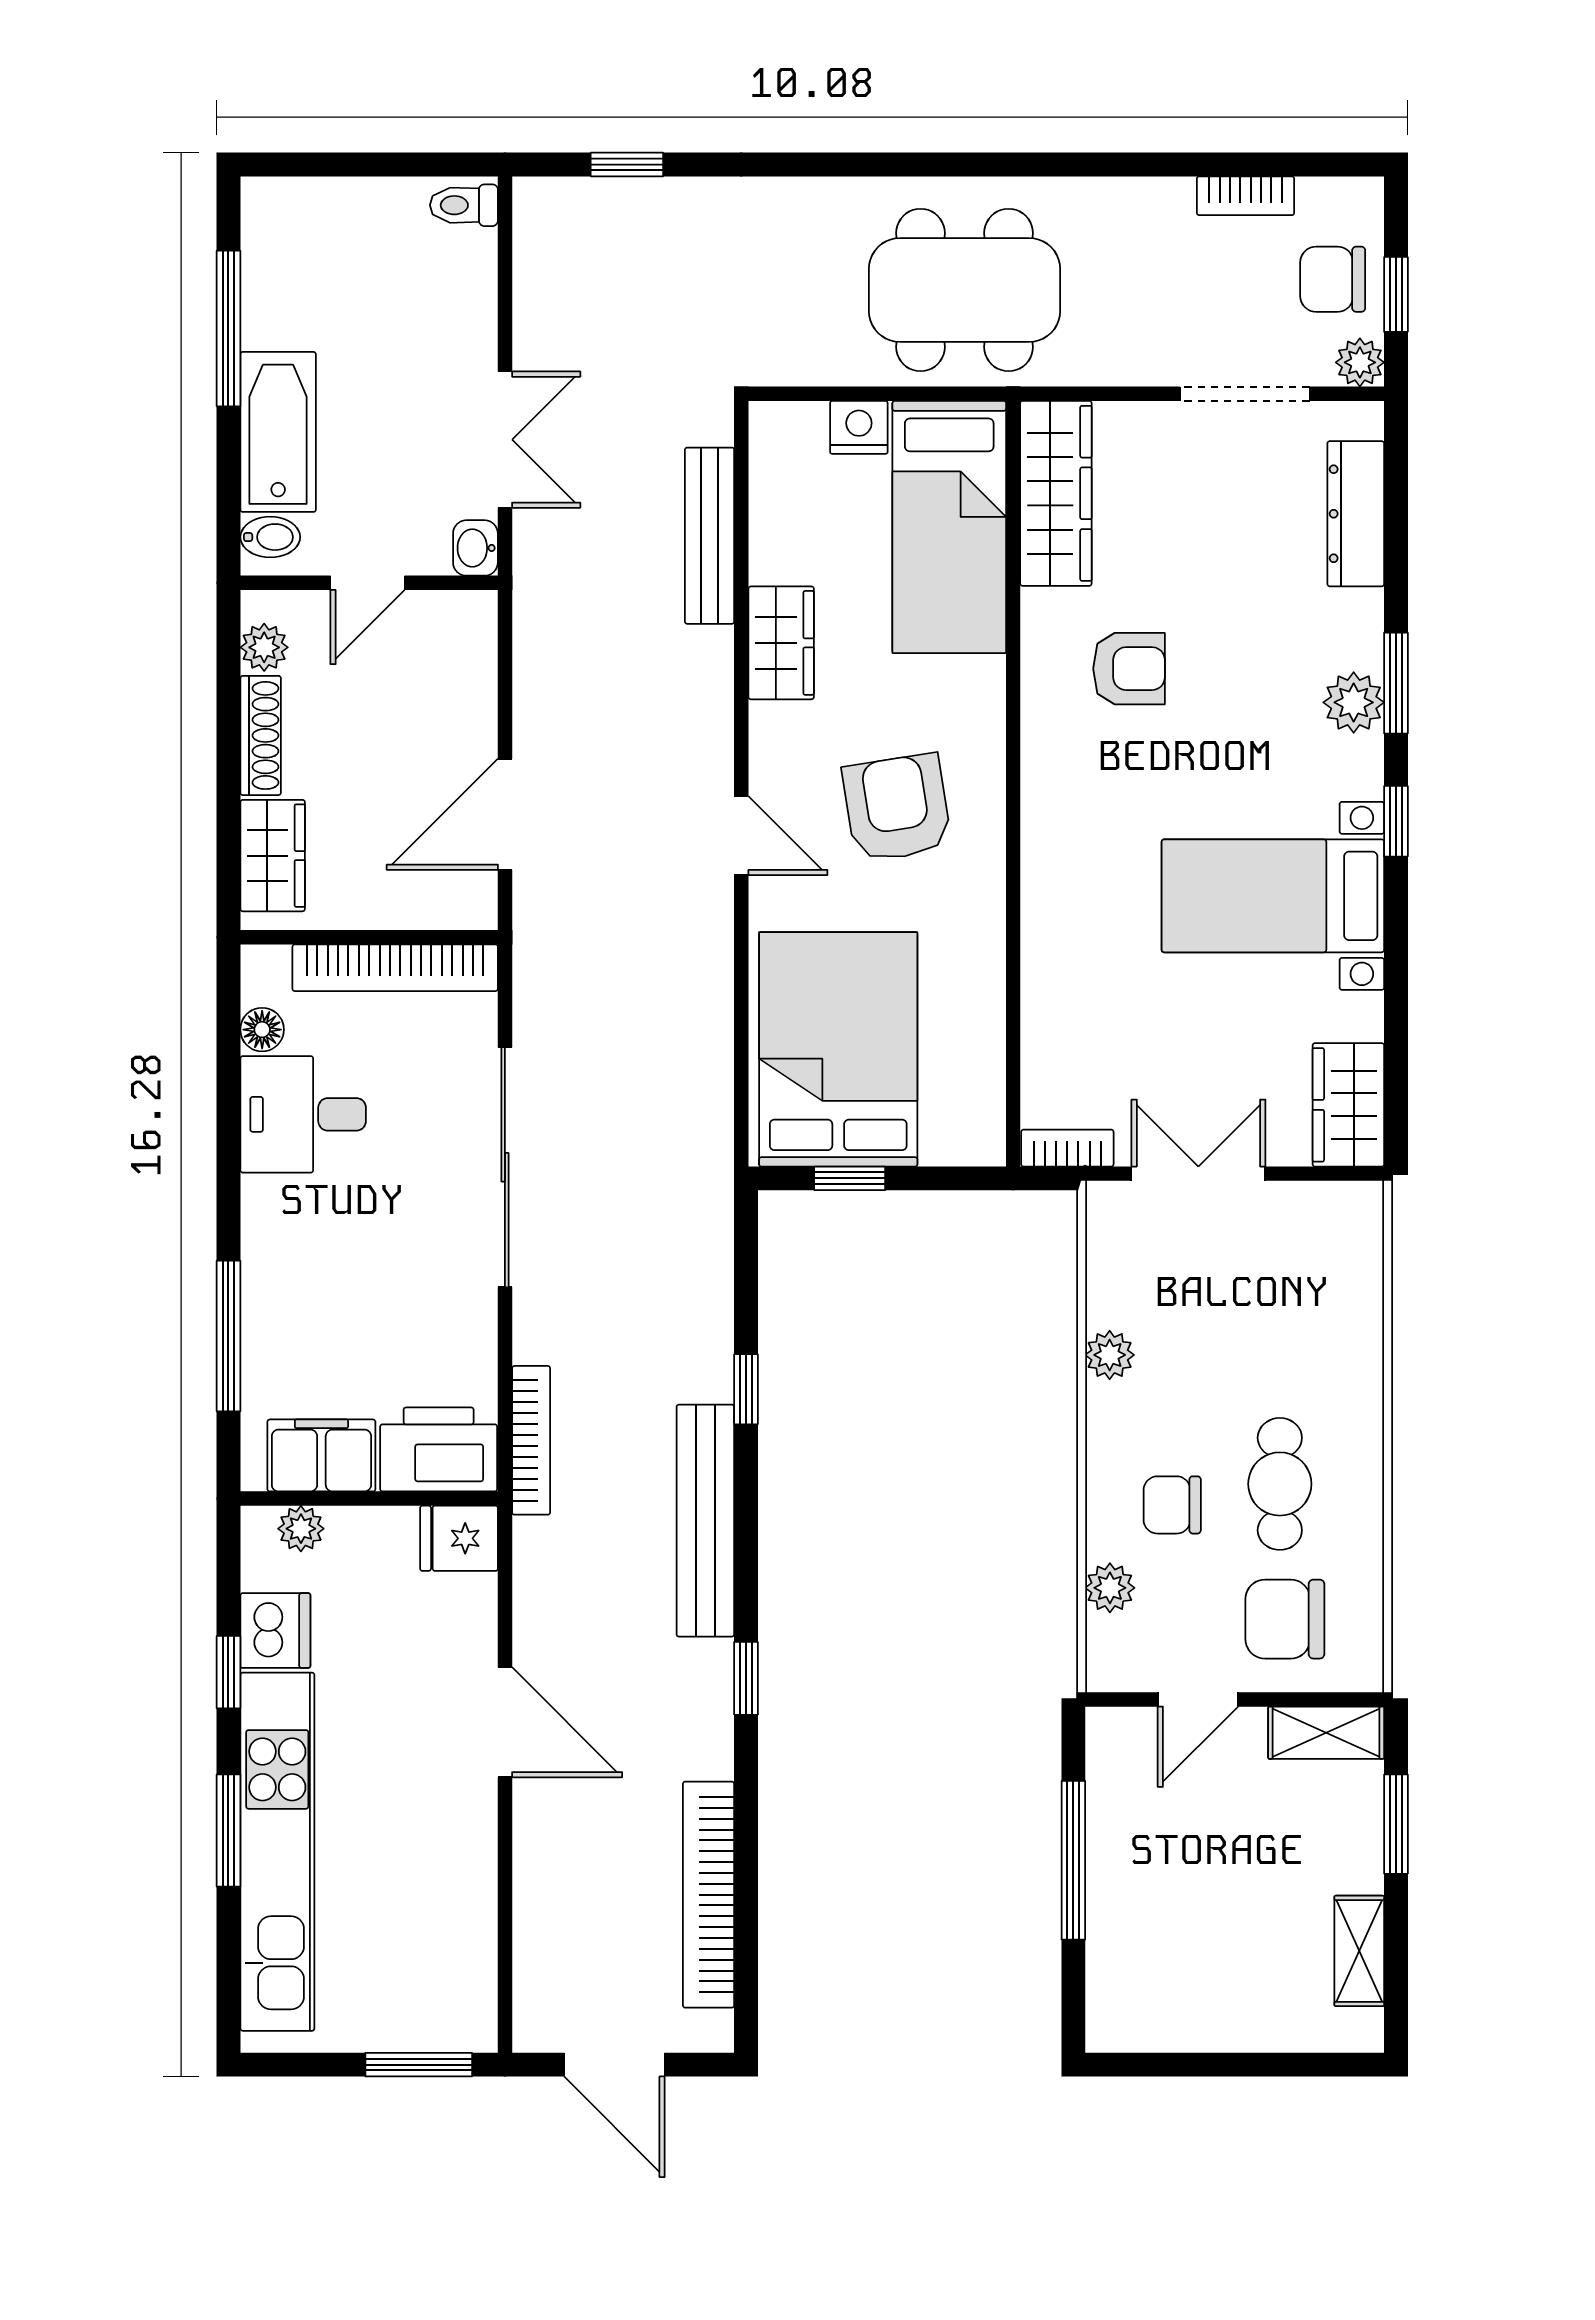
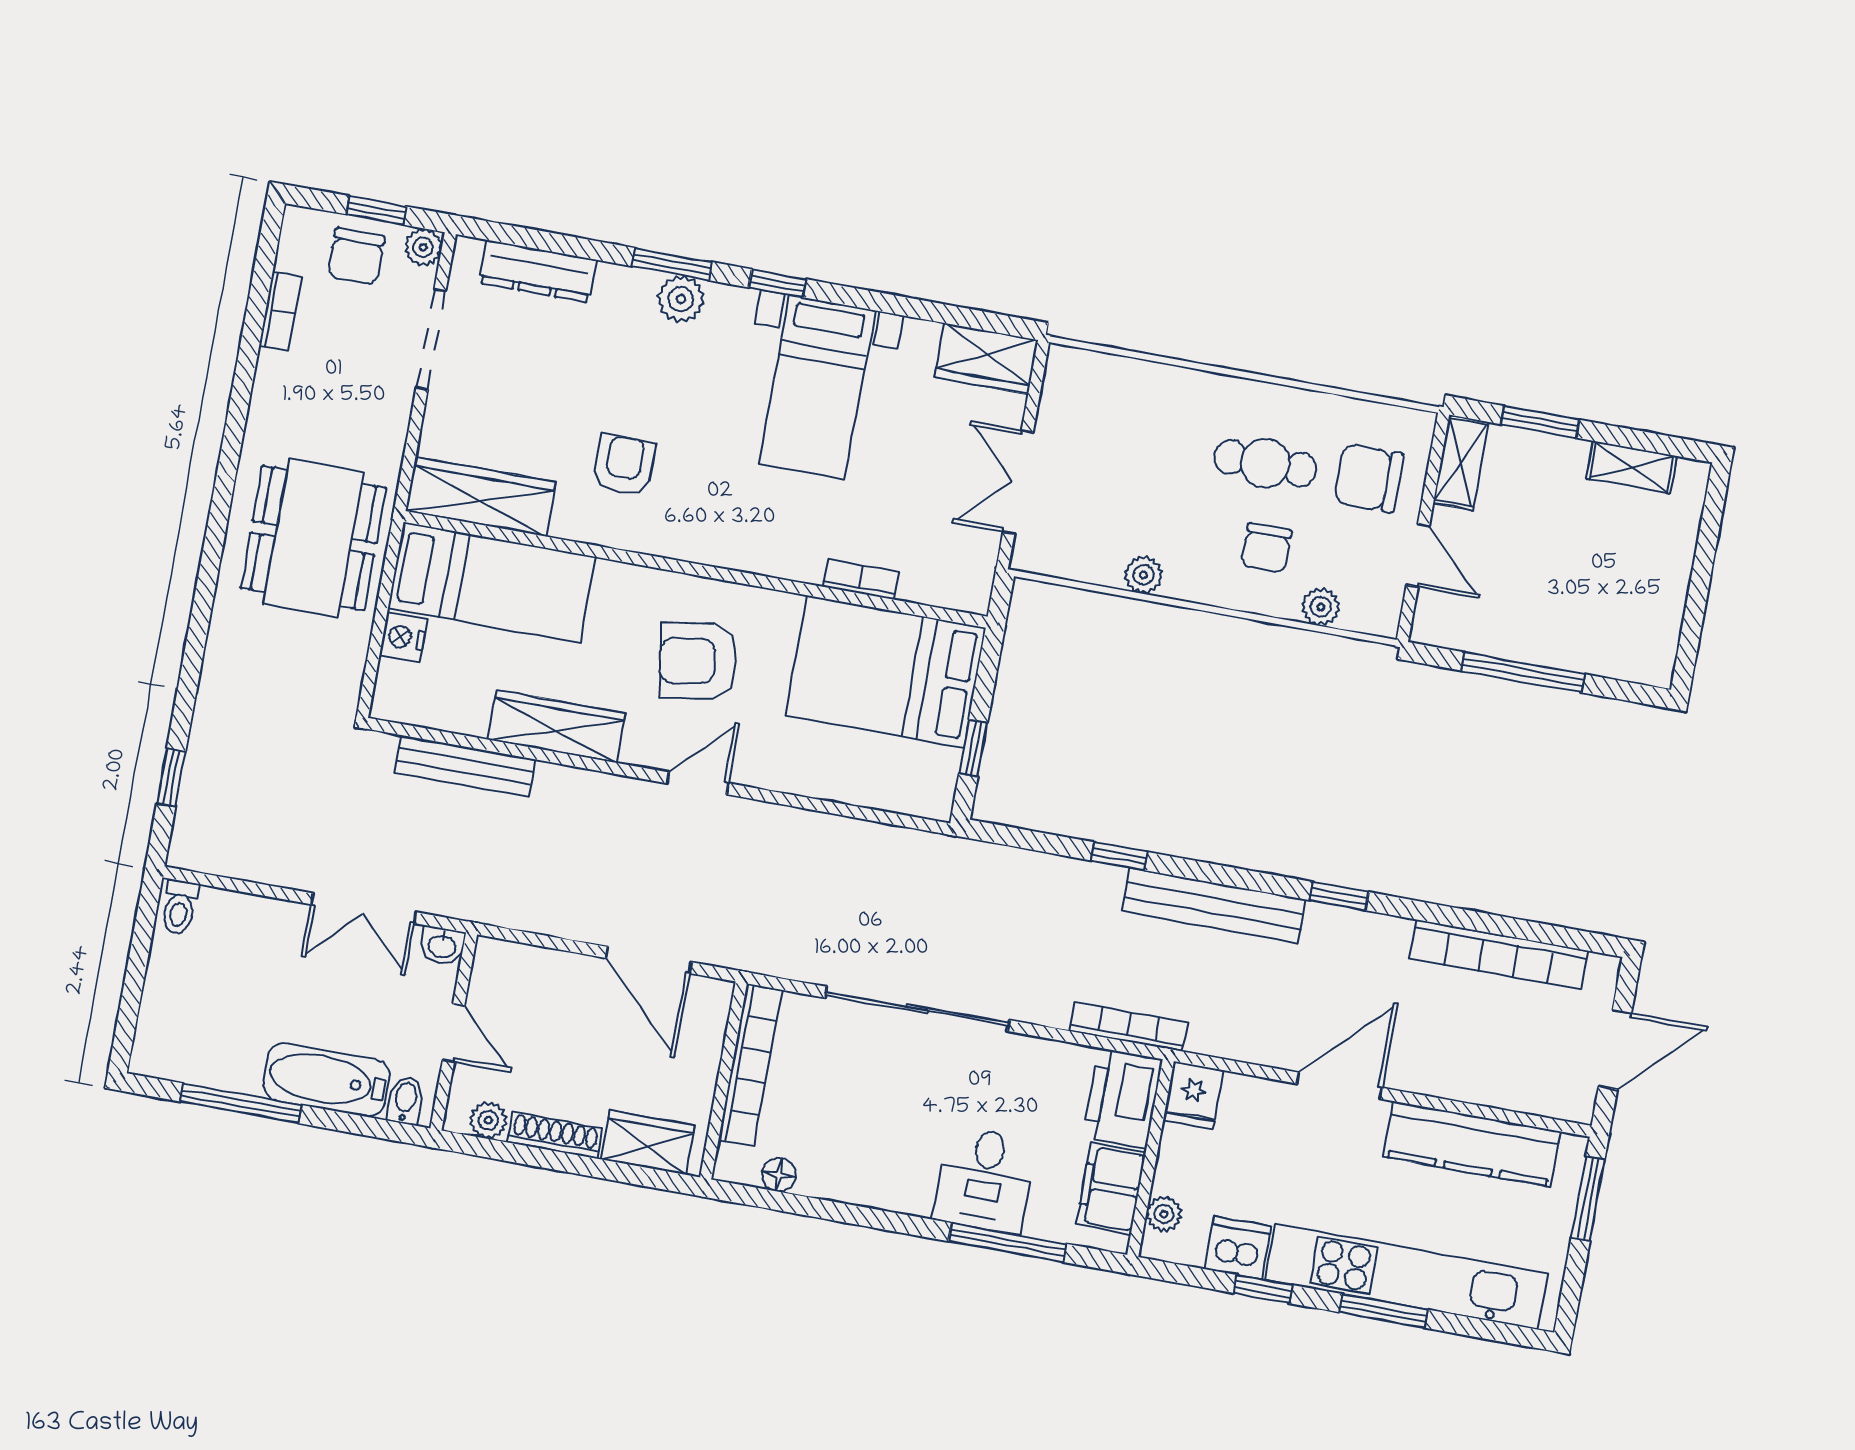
double door: (505, 440) -> (364, 908), swing flipped
wardrobe: (781, 643) -> (556, 726), width x1.50
bed: (838, 1049) -> (886, 672), moved
desk: (303, 1114) -> (985, 1180), moved
bookcase: (1067, 1148) -> (861, 579), moved, turned 90
chair: (1285, 1619) -> (1369, 478), turned 90
kitchen counter: (461, 1905) -> (1472, 1144), added

